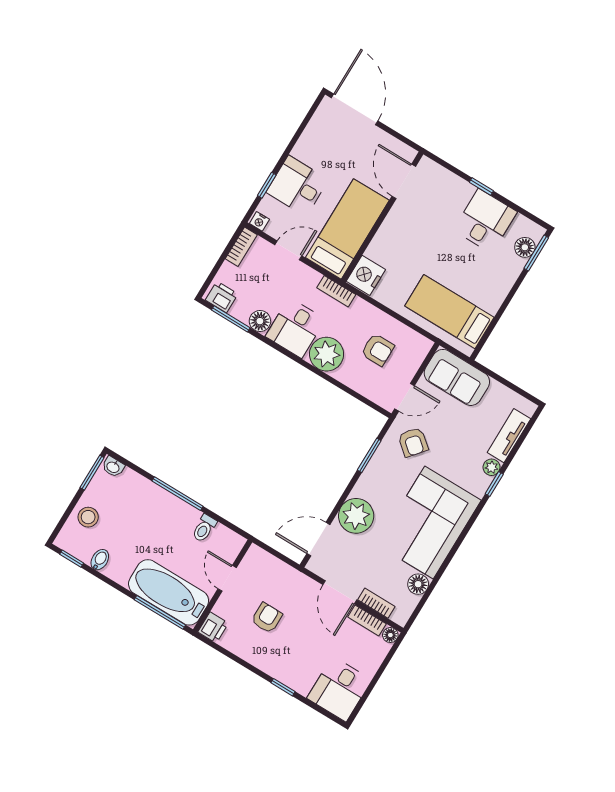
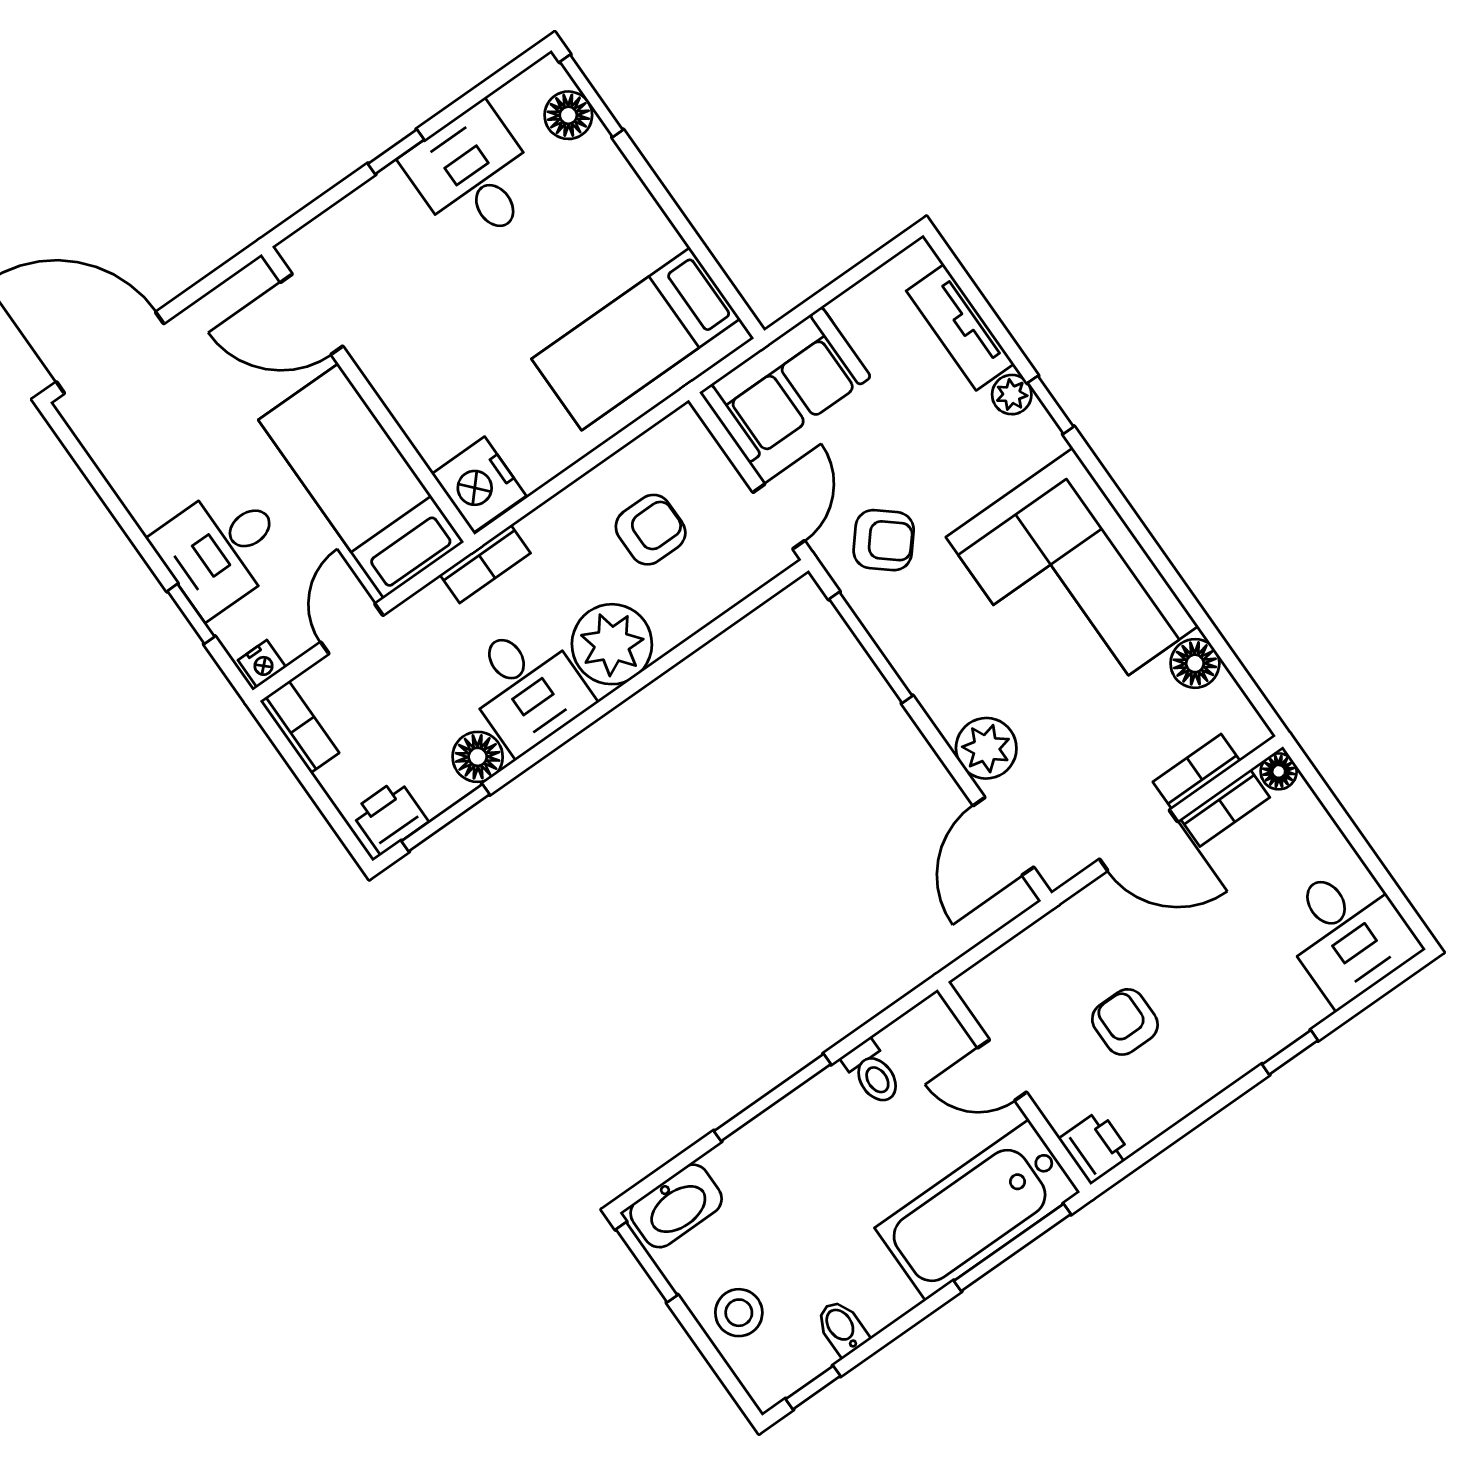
window: (369, 455) -> (871, 648), width x1.44
washbasin: (113, 467) -> (676, 1206), width x1.91, depth x1.45
plant: (356, 516) -> (986, 748), width x0.73, depth x0.73

